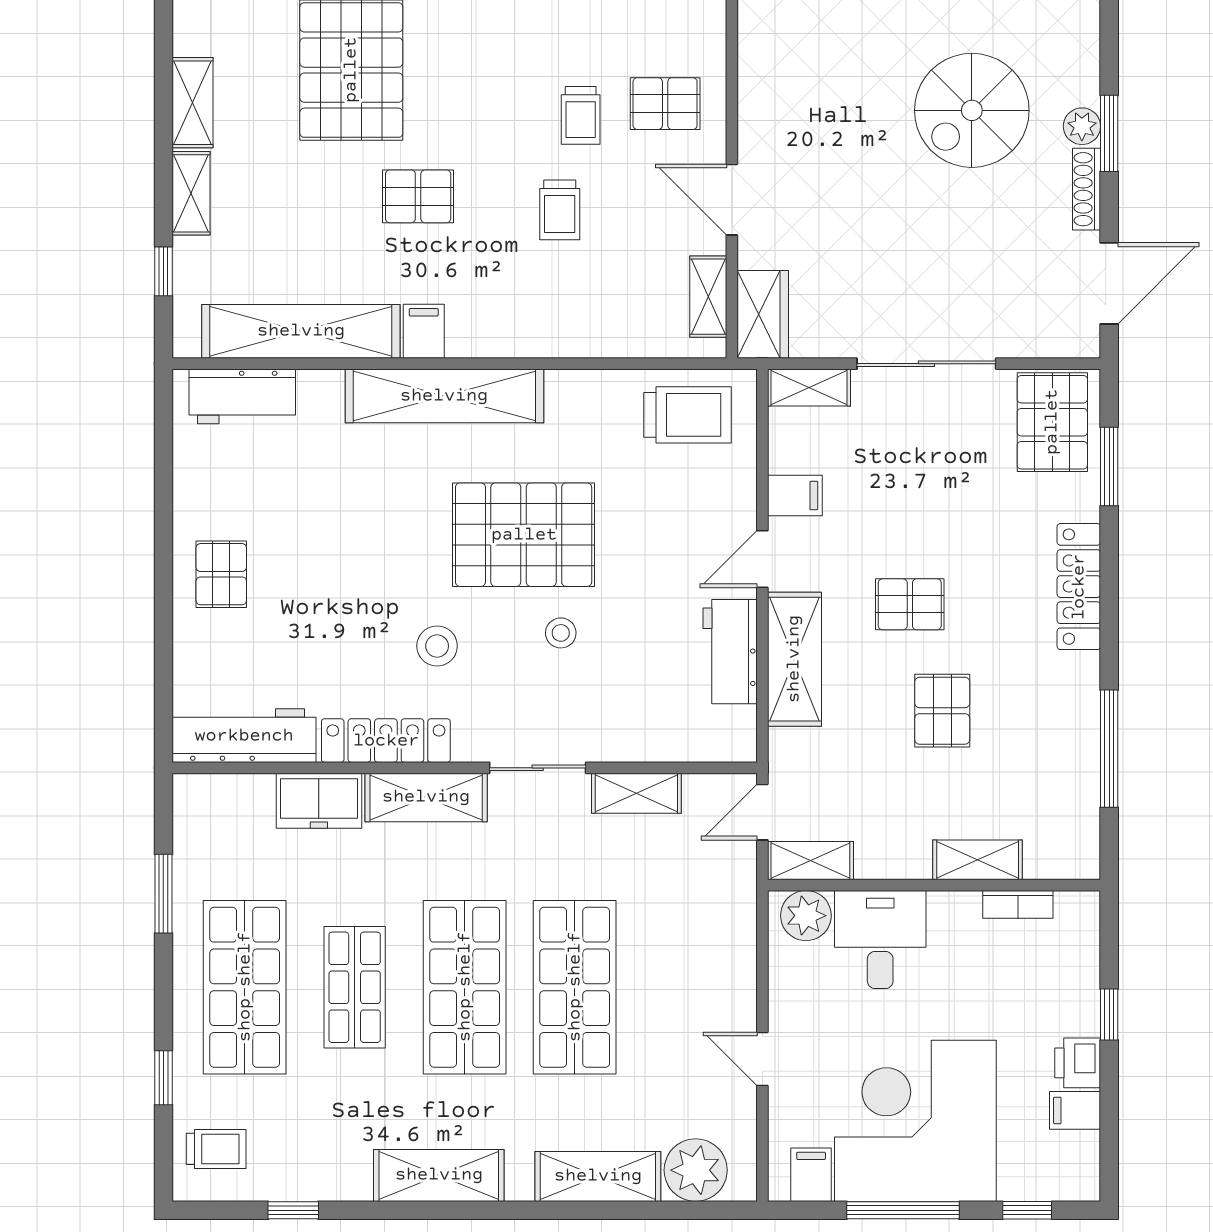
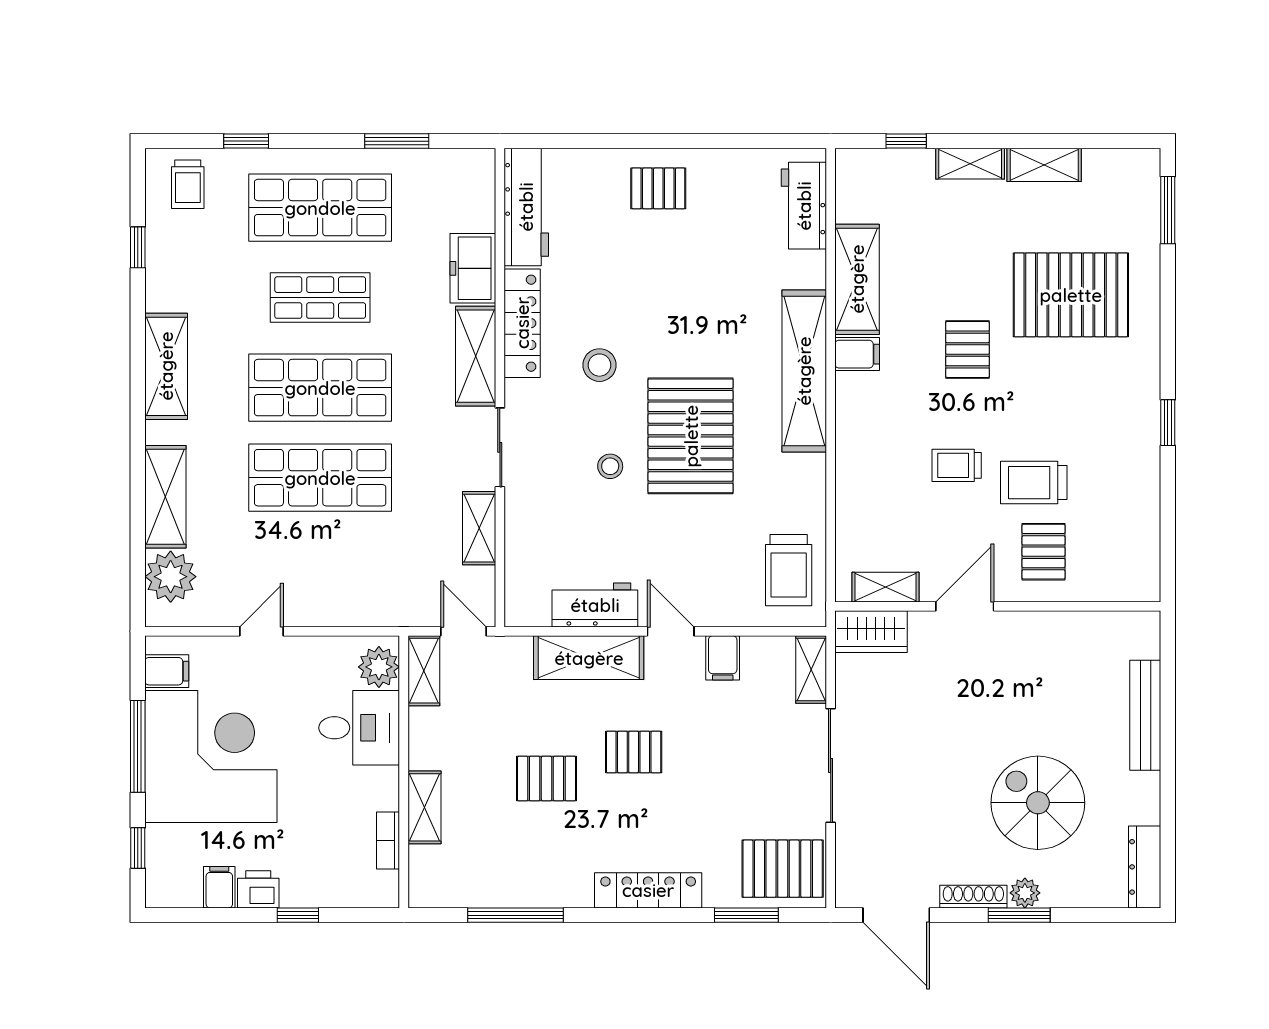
trolley: (581, 115) -> (1034, 483), width x1.36, depth x1.39
shelving: (301, 331) -> (857, 279), width x0.68
pallet: (910, 604) -> (634, 752), turned 90

